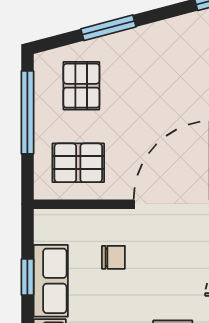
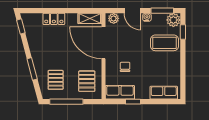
pallet: (81, 86) -> (56, 80), turned 90
row of seats: (51, 281) -> (120, 92), moved

